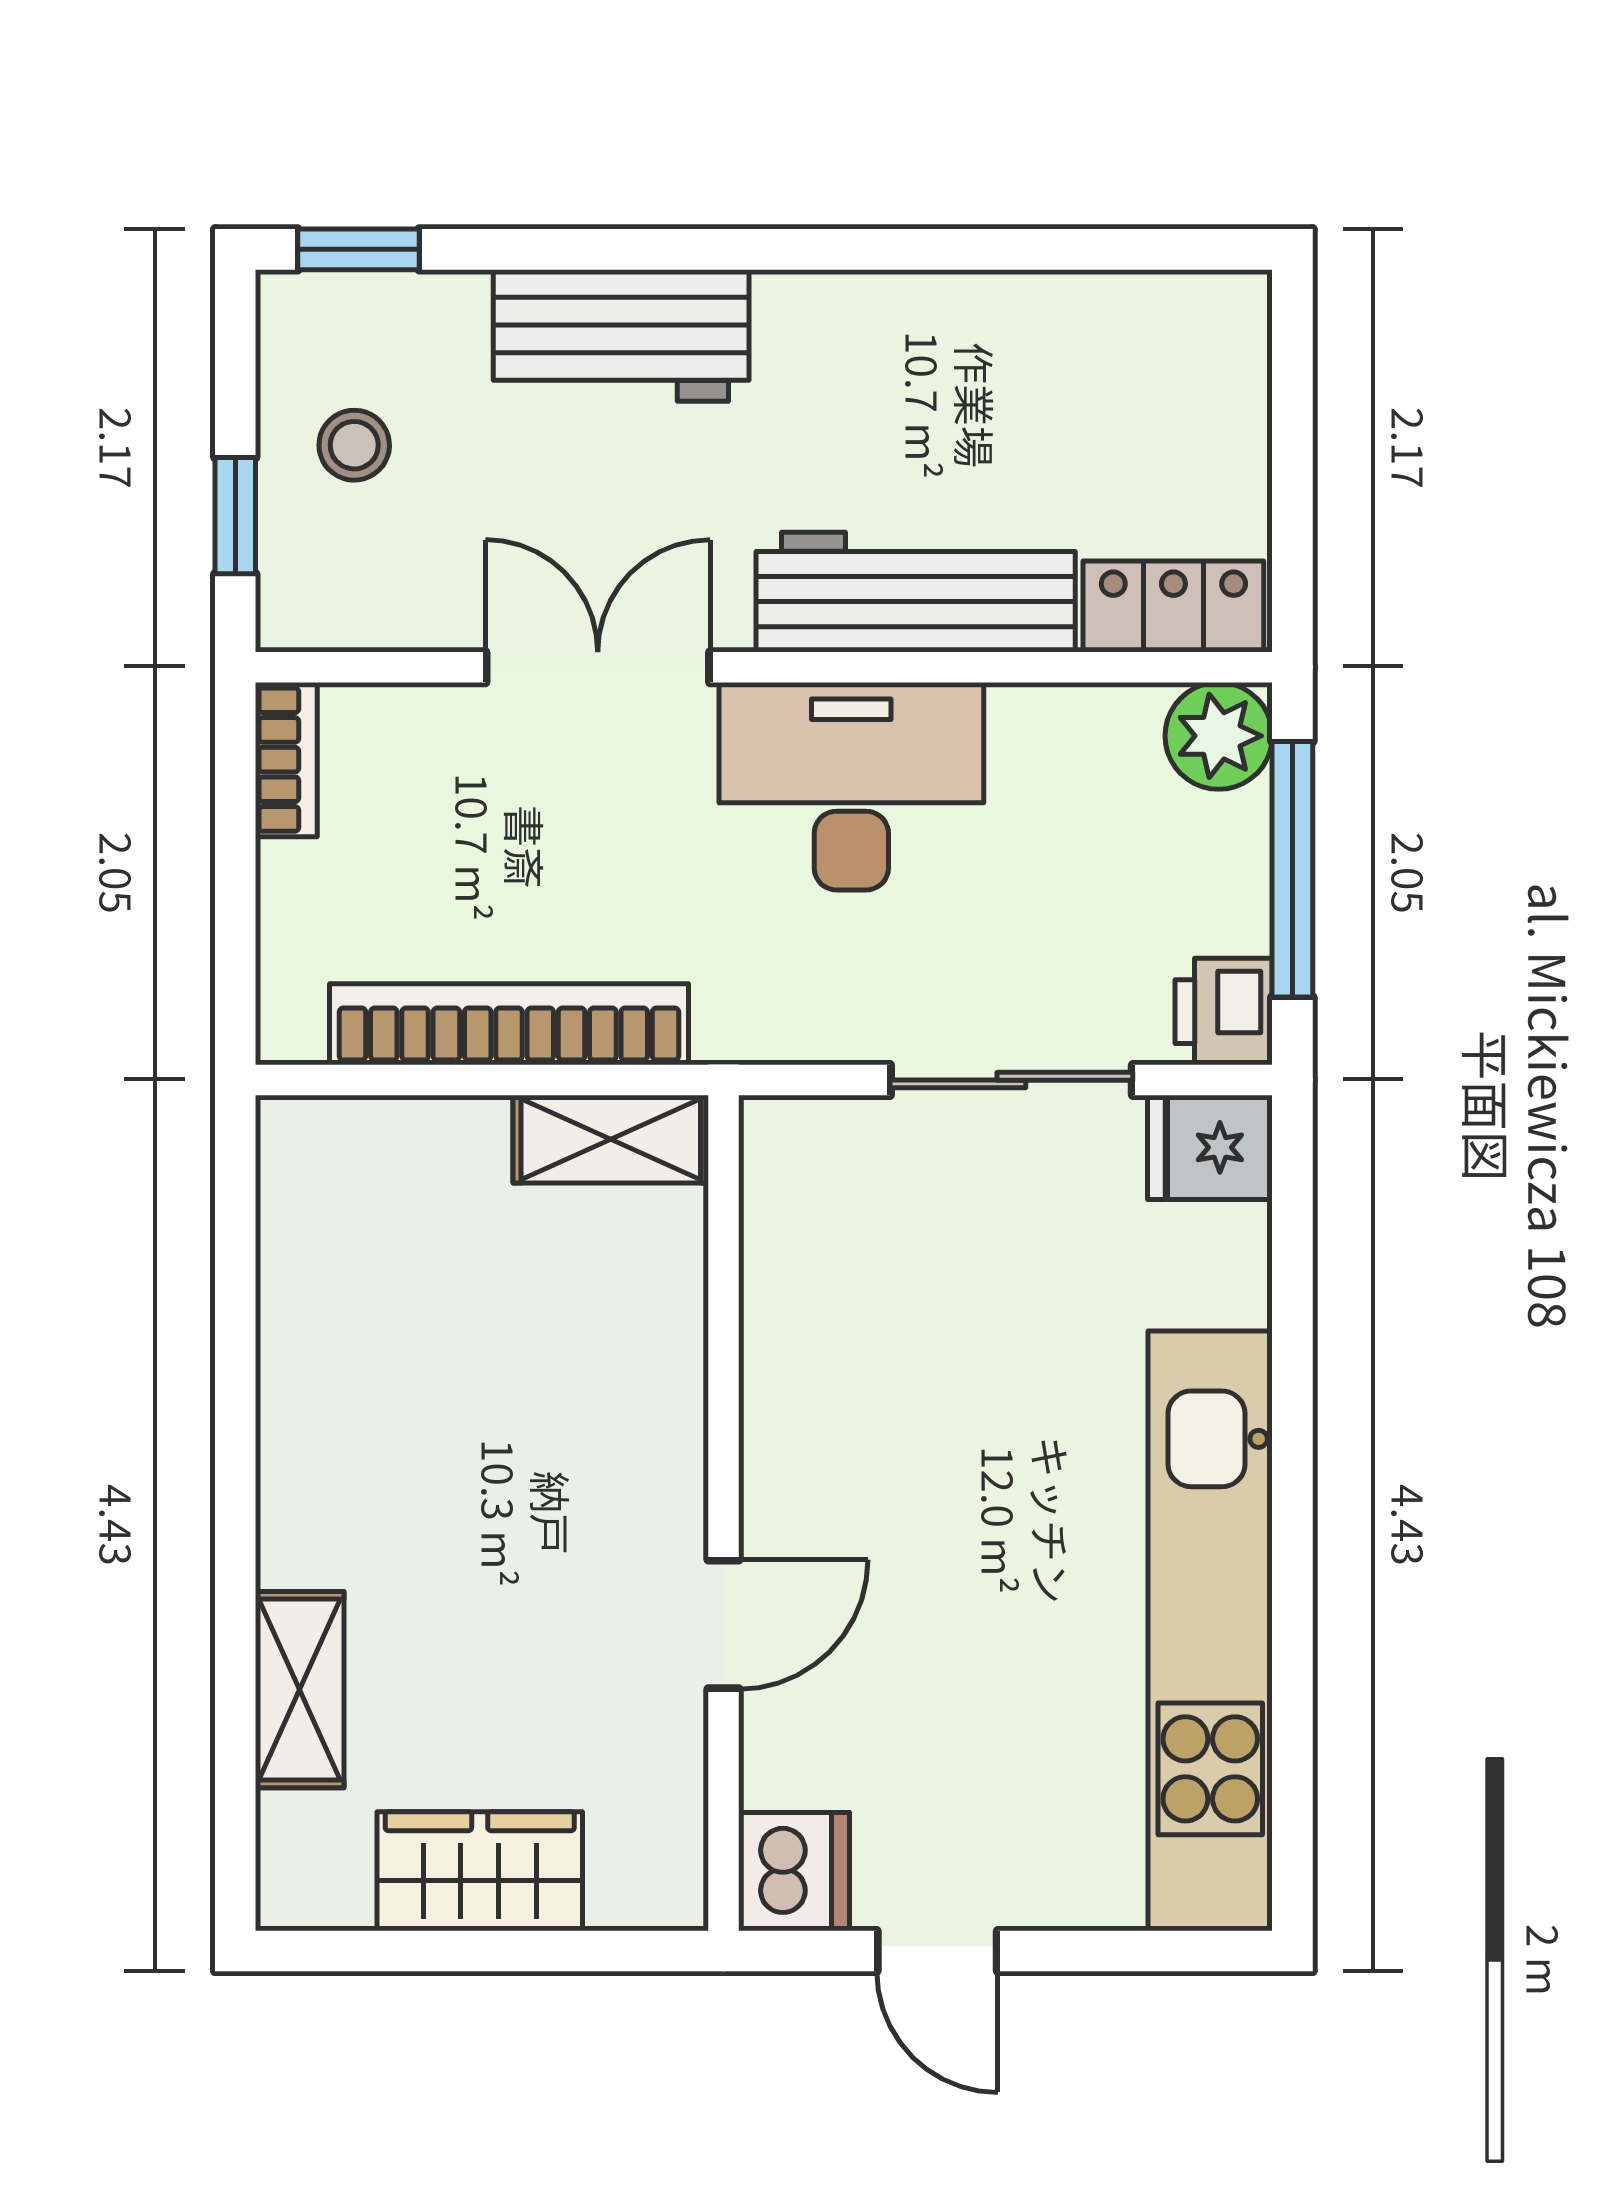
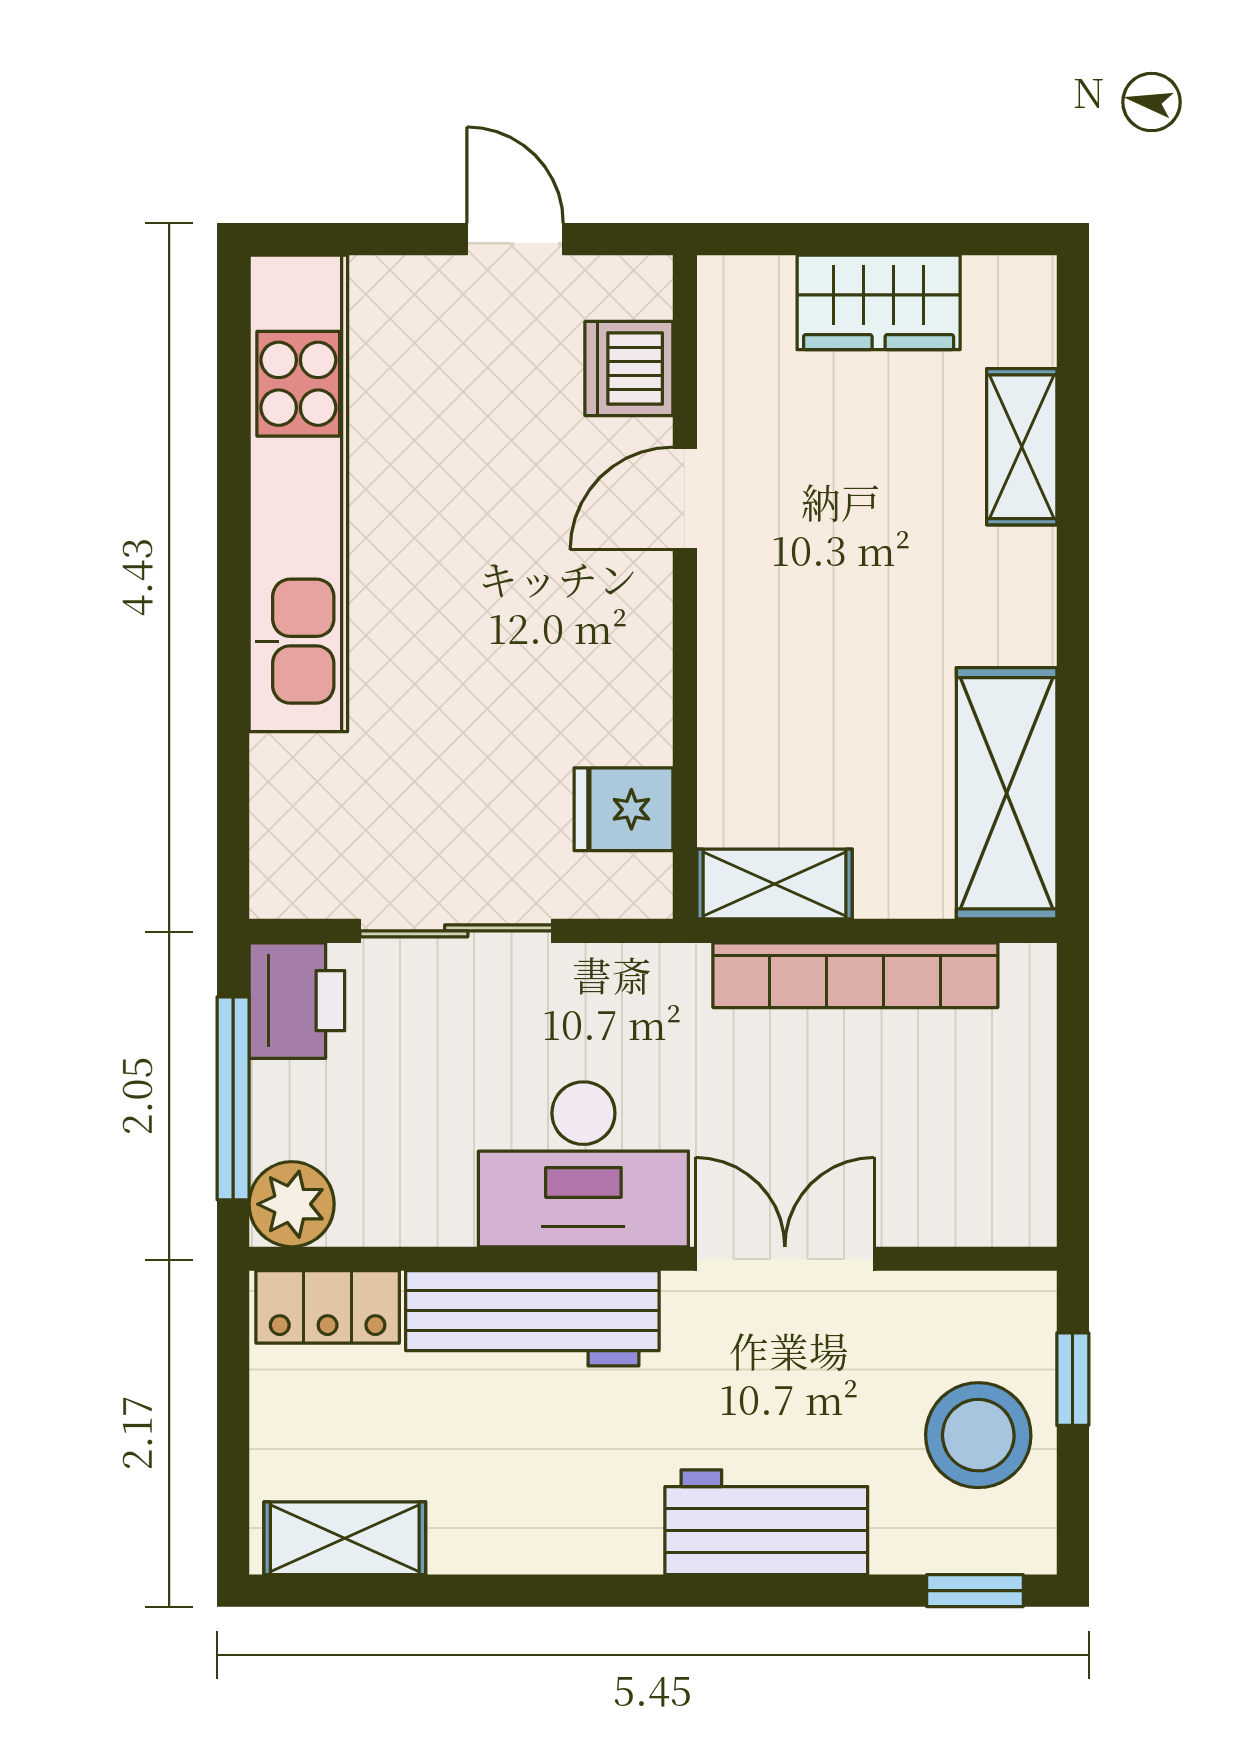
shelving: (1152, 315) -> (345, 1538), added
stool: (354, 445) -> (978, 1435), width x1.89, depth x1.89
double door: (598, 667) -> (785, 1259), swing flipped
bookcase: (286, 760) -> (1032, 1185), removed
printer: (1224, 1012) -> (297, 1001), width x1.36, depth x1.24
fridge: (1210, 1147) -> (624, 809), moved, turned 180
shelving: (319, 1253) -> (1007, 793), added
dishwasher: (794, 1872) -> (629, 369), moved

